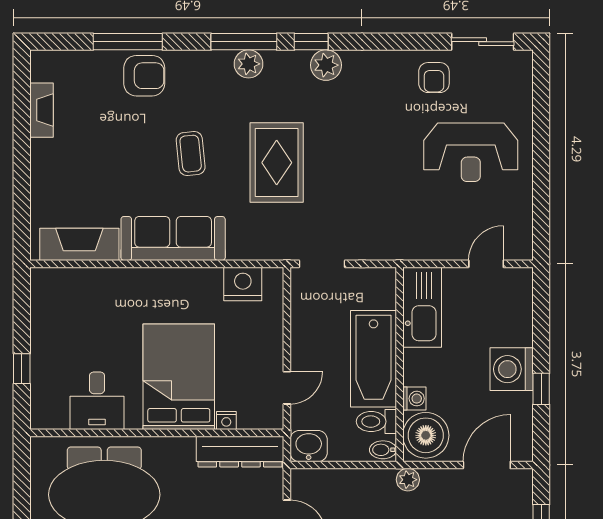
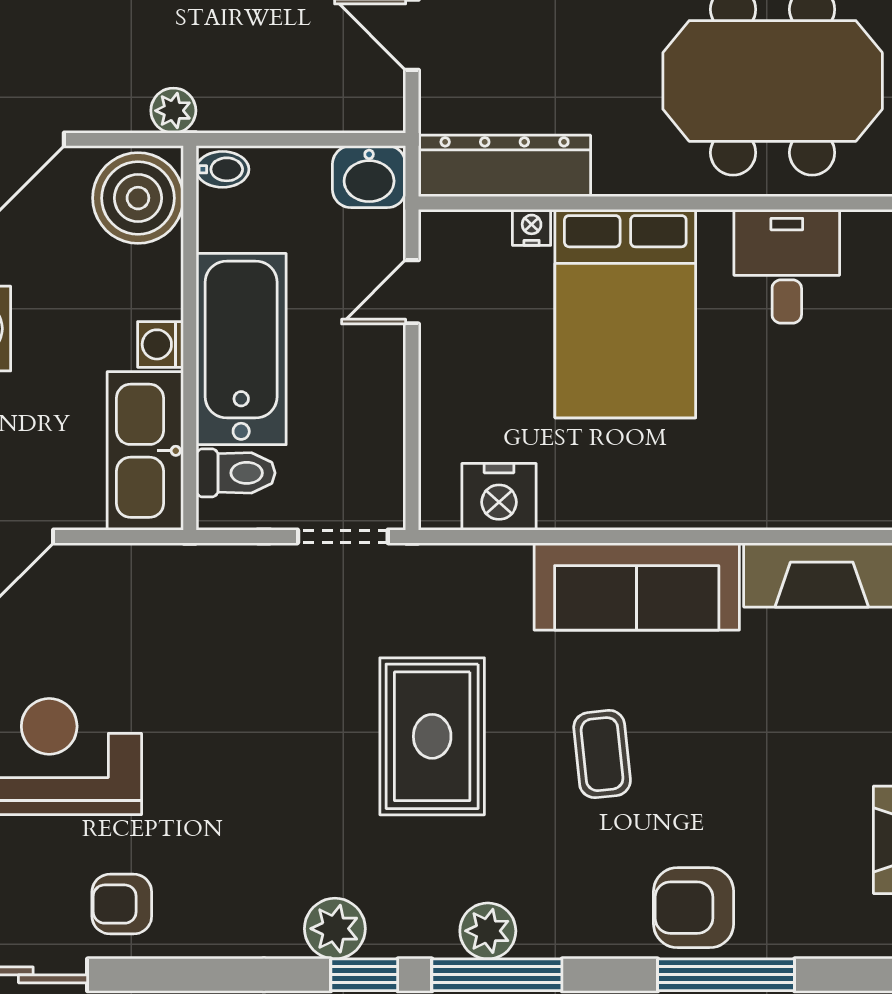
armchair: (434, 78) -> (122, 904), turned -90
washing machine: (414, 399) -> (160, 344), moved
toilet: (376, 422) -> (236, 473), moved

